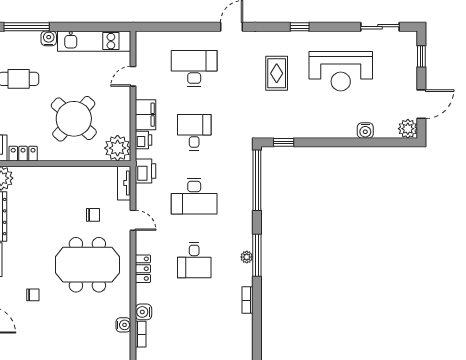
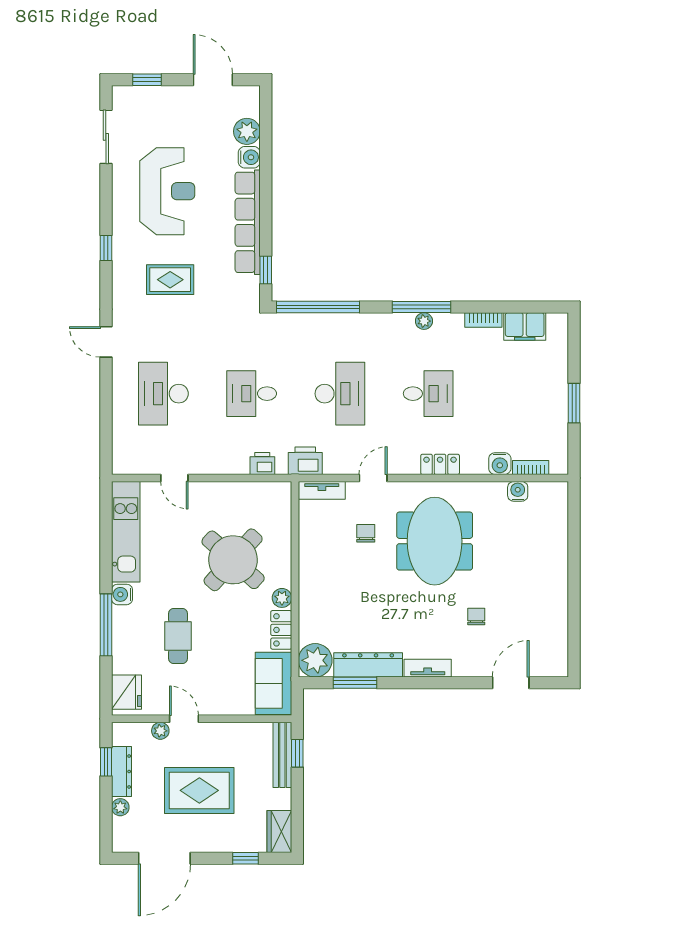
filing cabinet: (146, 115) -> (525, 327), moved, turned 180
row of seats: (318, 129) -> (248, 222), added
plant: (408, 129) -> (247, 131), moved
plant: (118, 148) -> (282, 598), moved, width x0.53, depth x0.53

